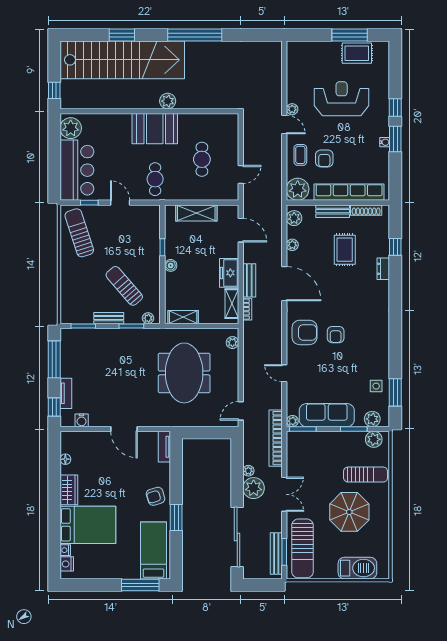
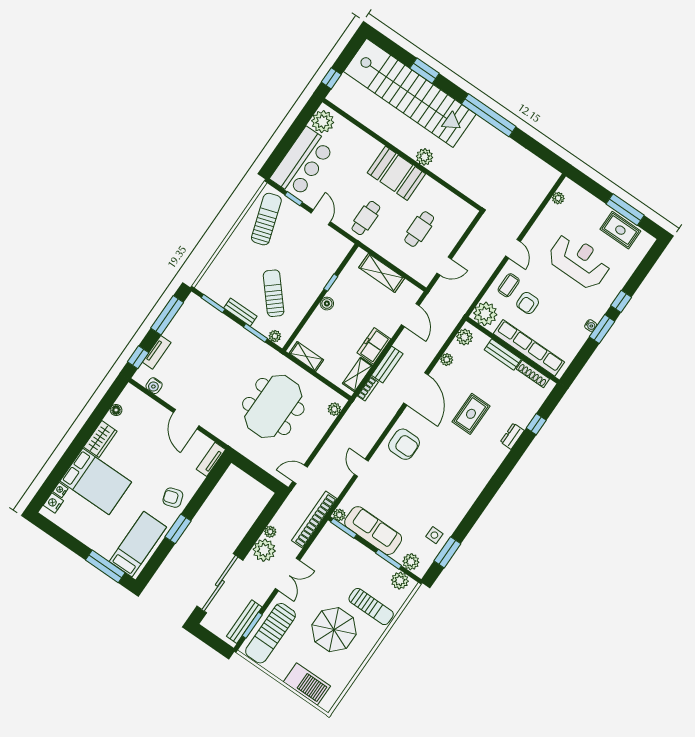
plant: (292, 109) -> (558, 198), moved
rug: (345, 250) -> (471, 414), moved
armchair: (336, 335) -> (430, 465), removed

